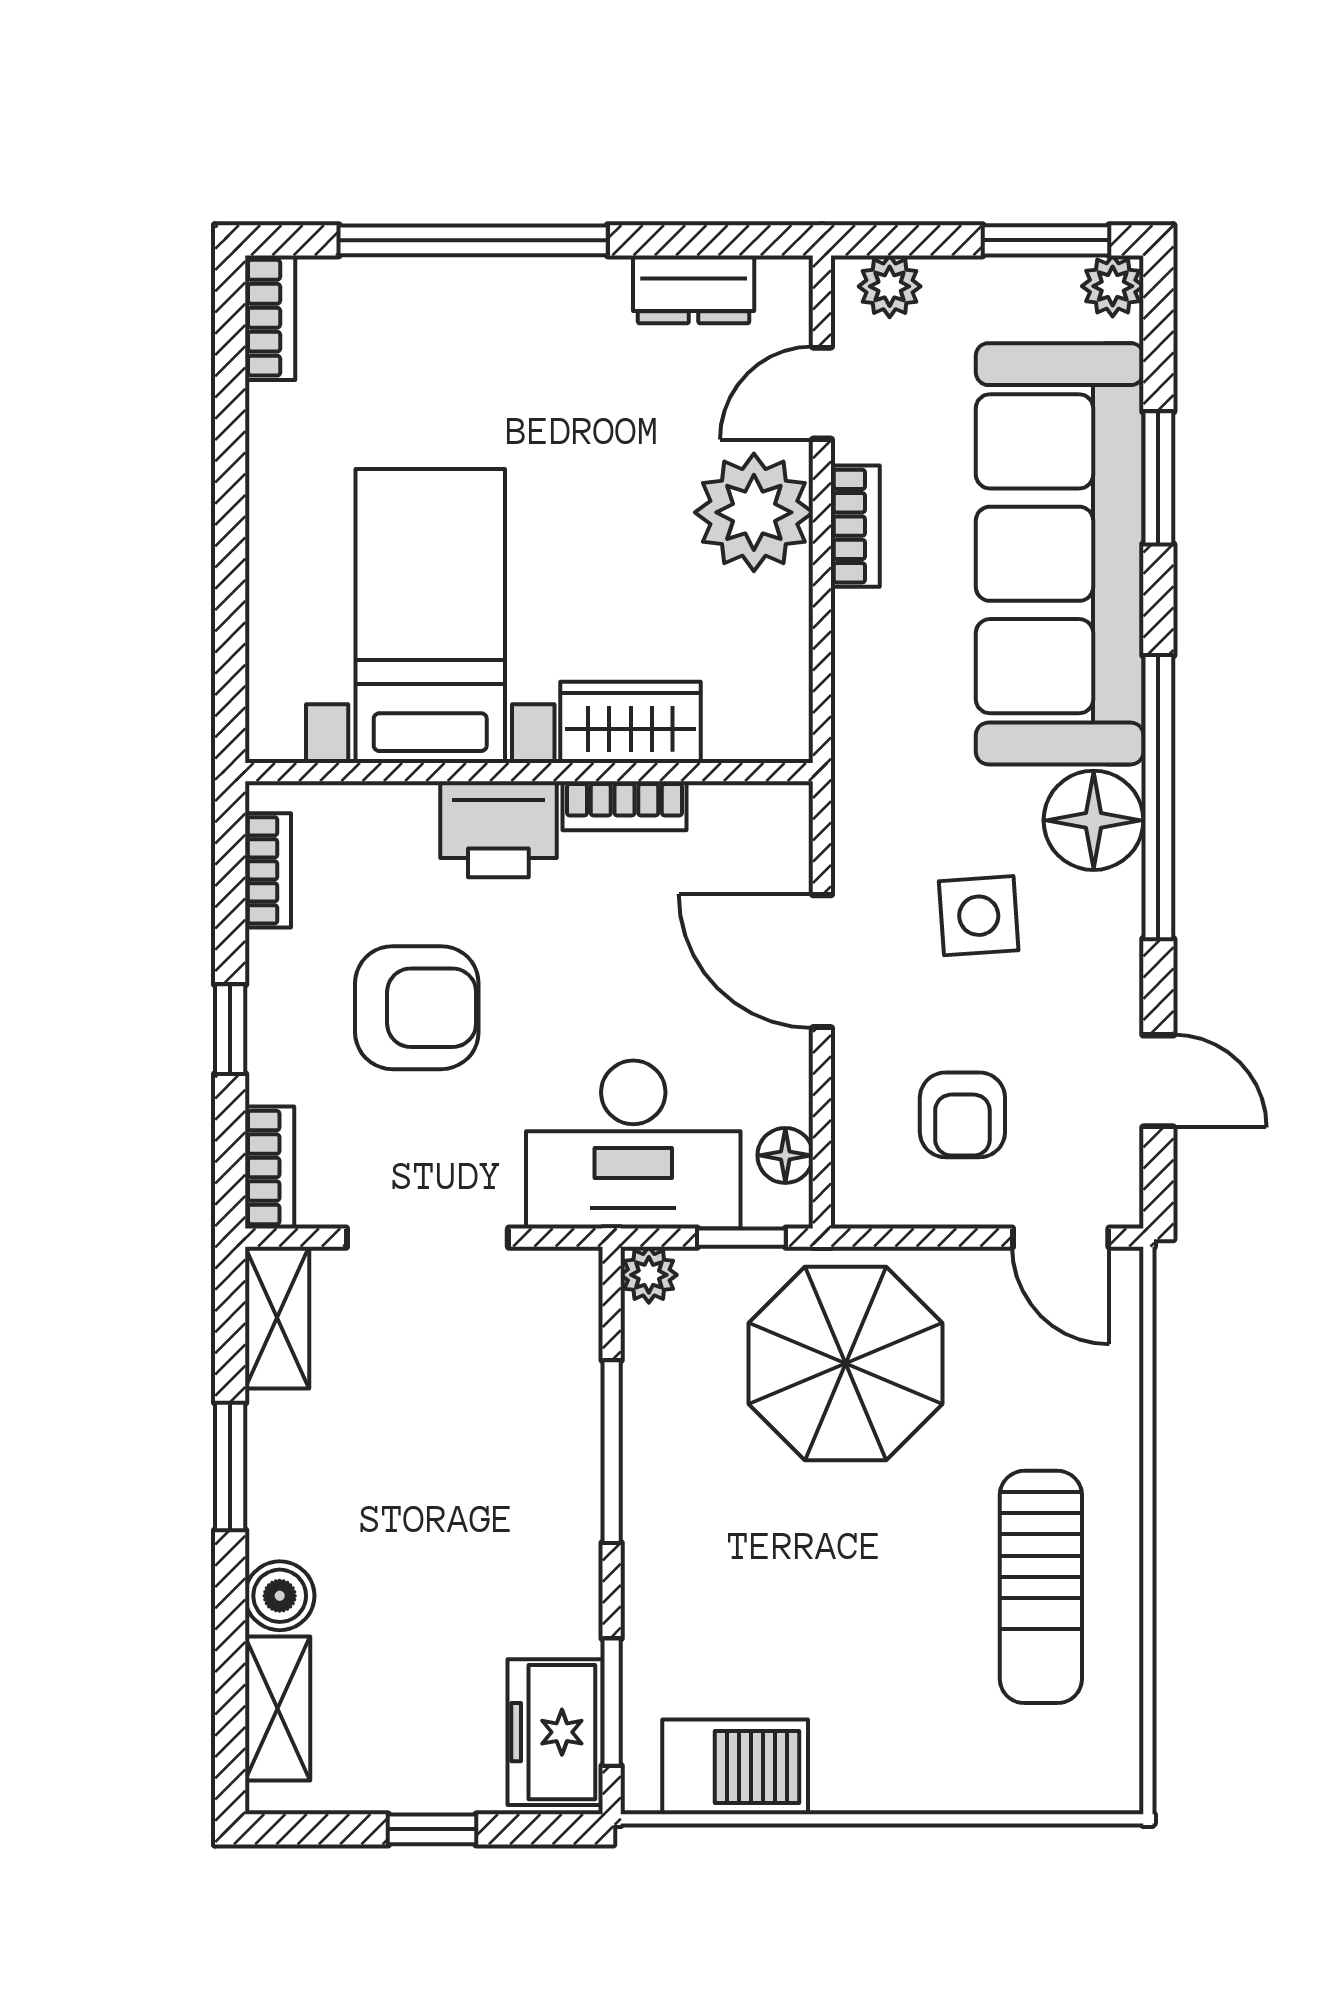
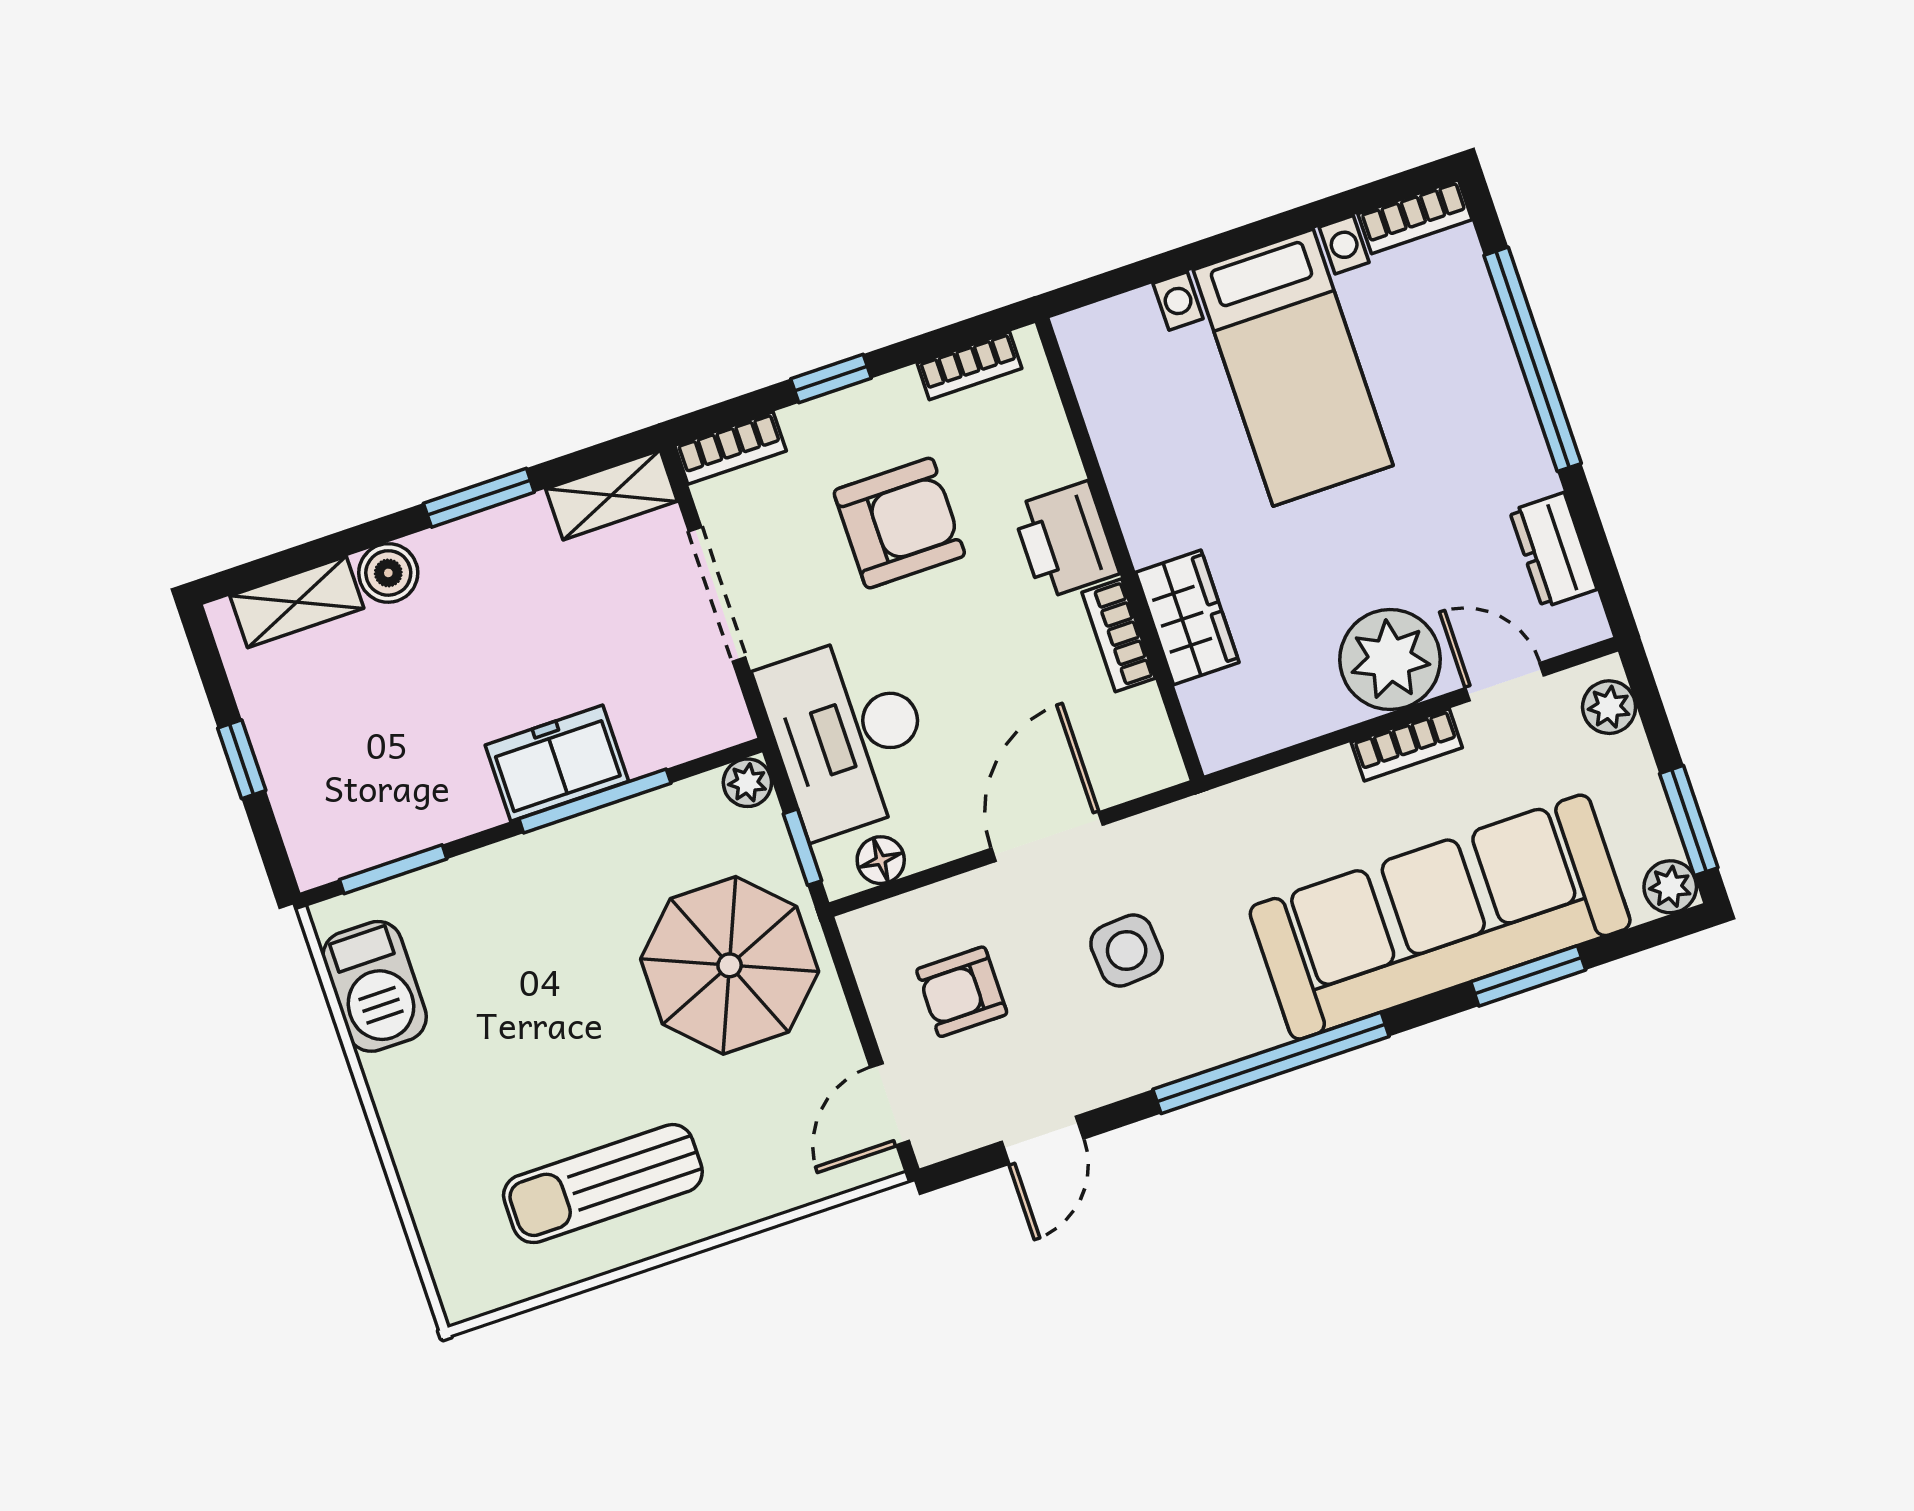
bed with nightstands: (430, 616) -> (1293, 368), moved, turned 90
floor lamp: (1094, 820) -> (1235, 1017), removed
armchair: (417, 1008) -> (899, 523), turned -90
freezer: (555, 1732) -> (557, 763), moved

